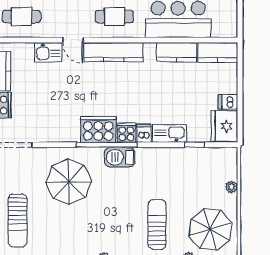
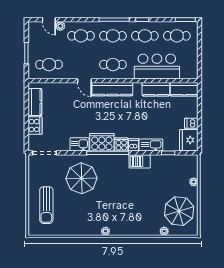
kitchen sink: (48, 52) -> (80, 144), moved, turned 180
barbecue: (120, 157) -> (140, 161), moved
sun lounger: (157, 224) -> (142, 208), removed

